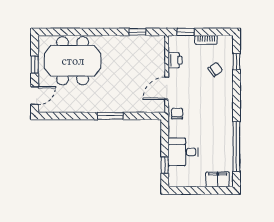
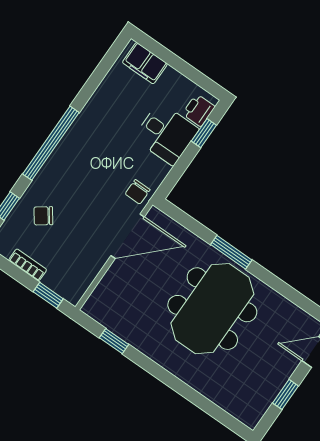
printer: (175, 60) -> (199, 110), moved
meeting table: (73, 61) -> (212, 309), moved, turned 90
door: (167, 88) -> (128, 236), width x1.36
window: (236, 146) -> (51, 143), moved

